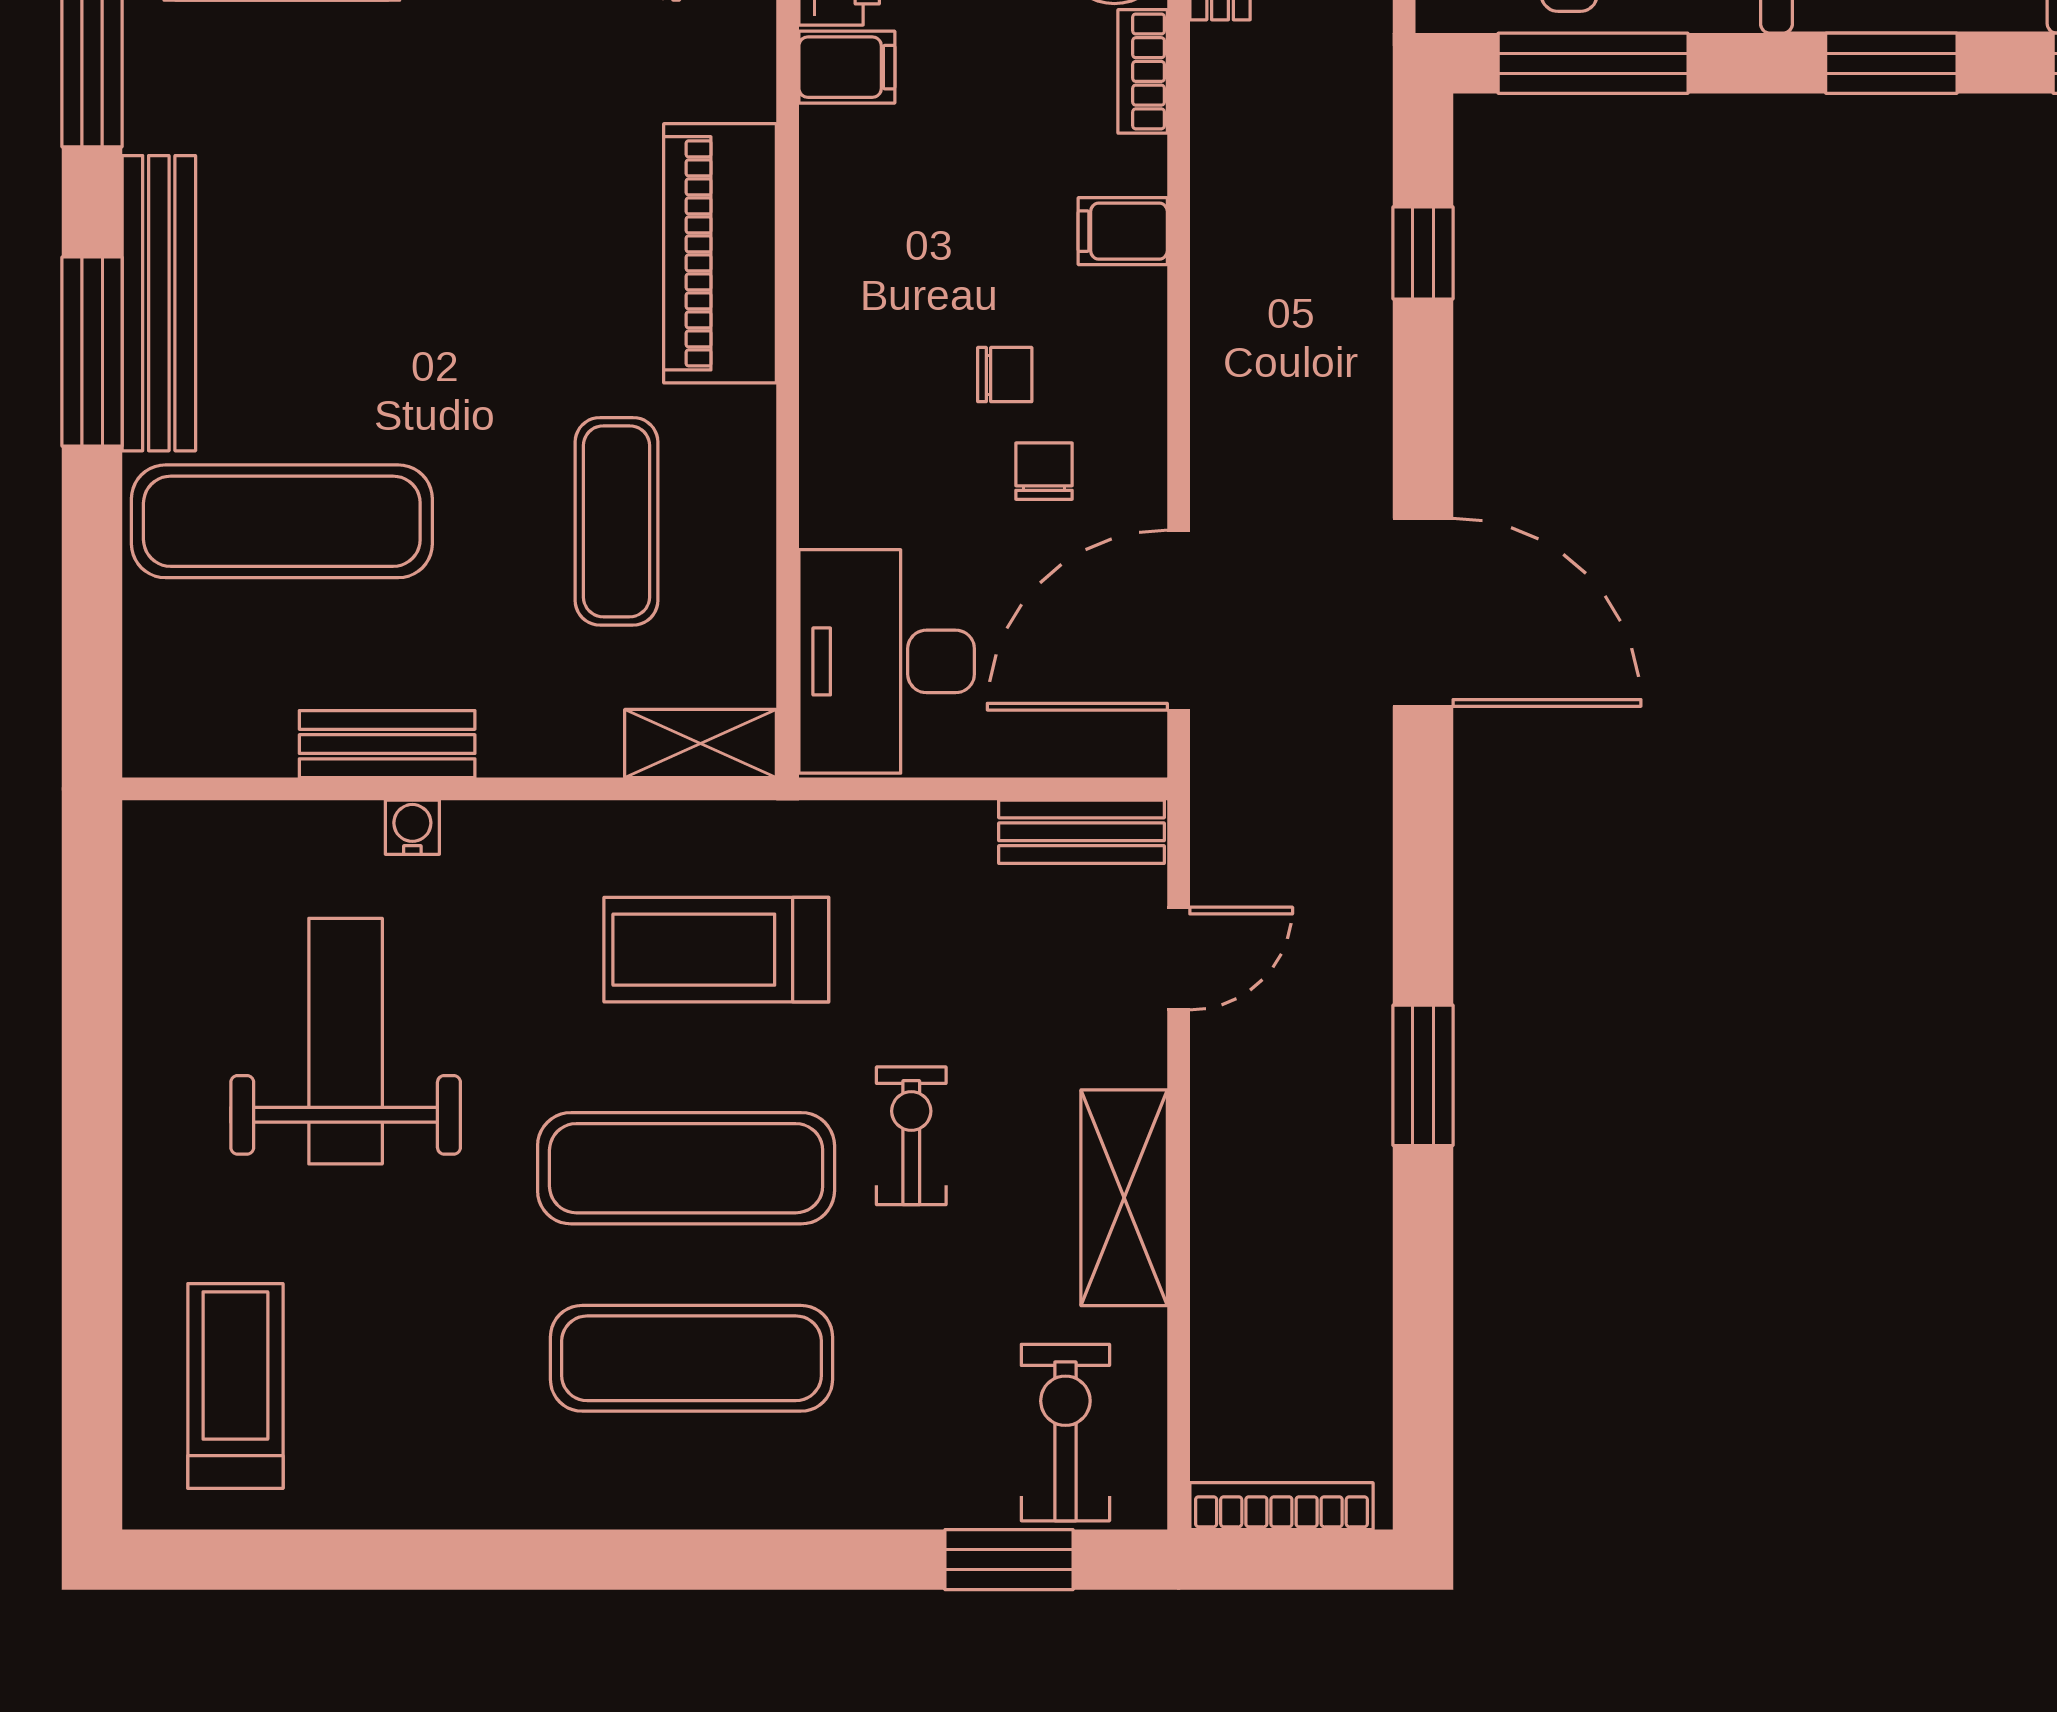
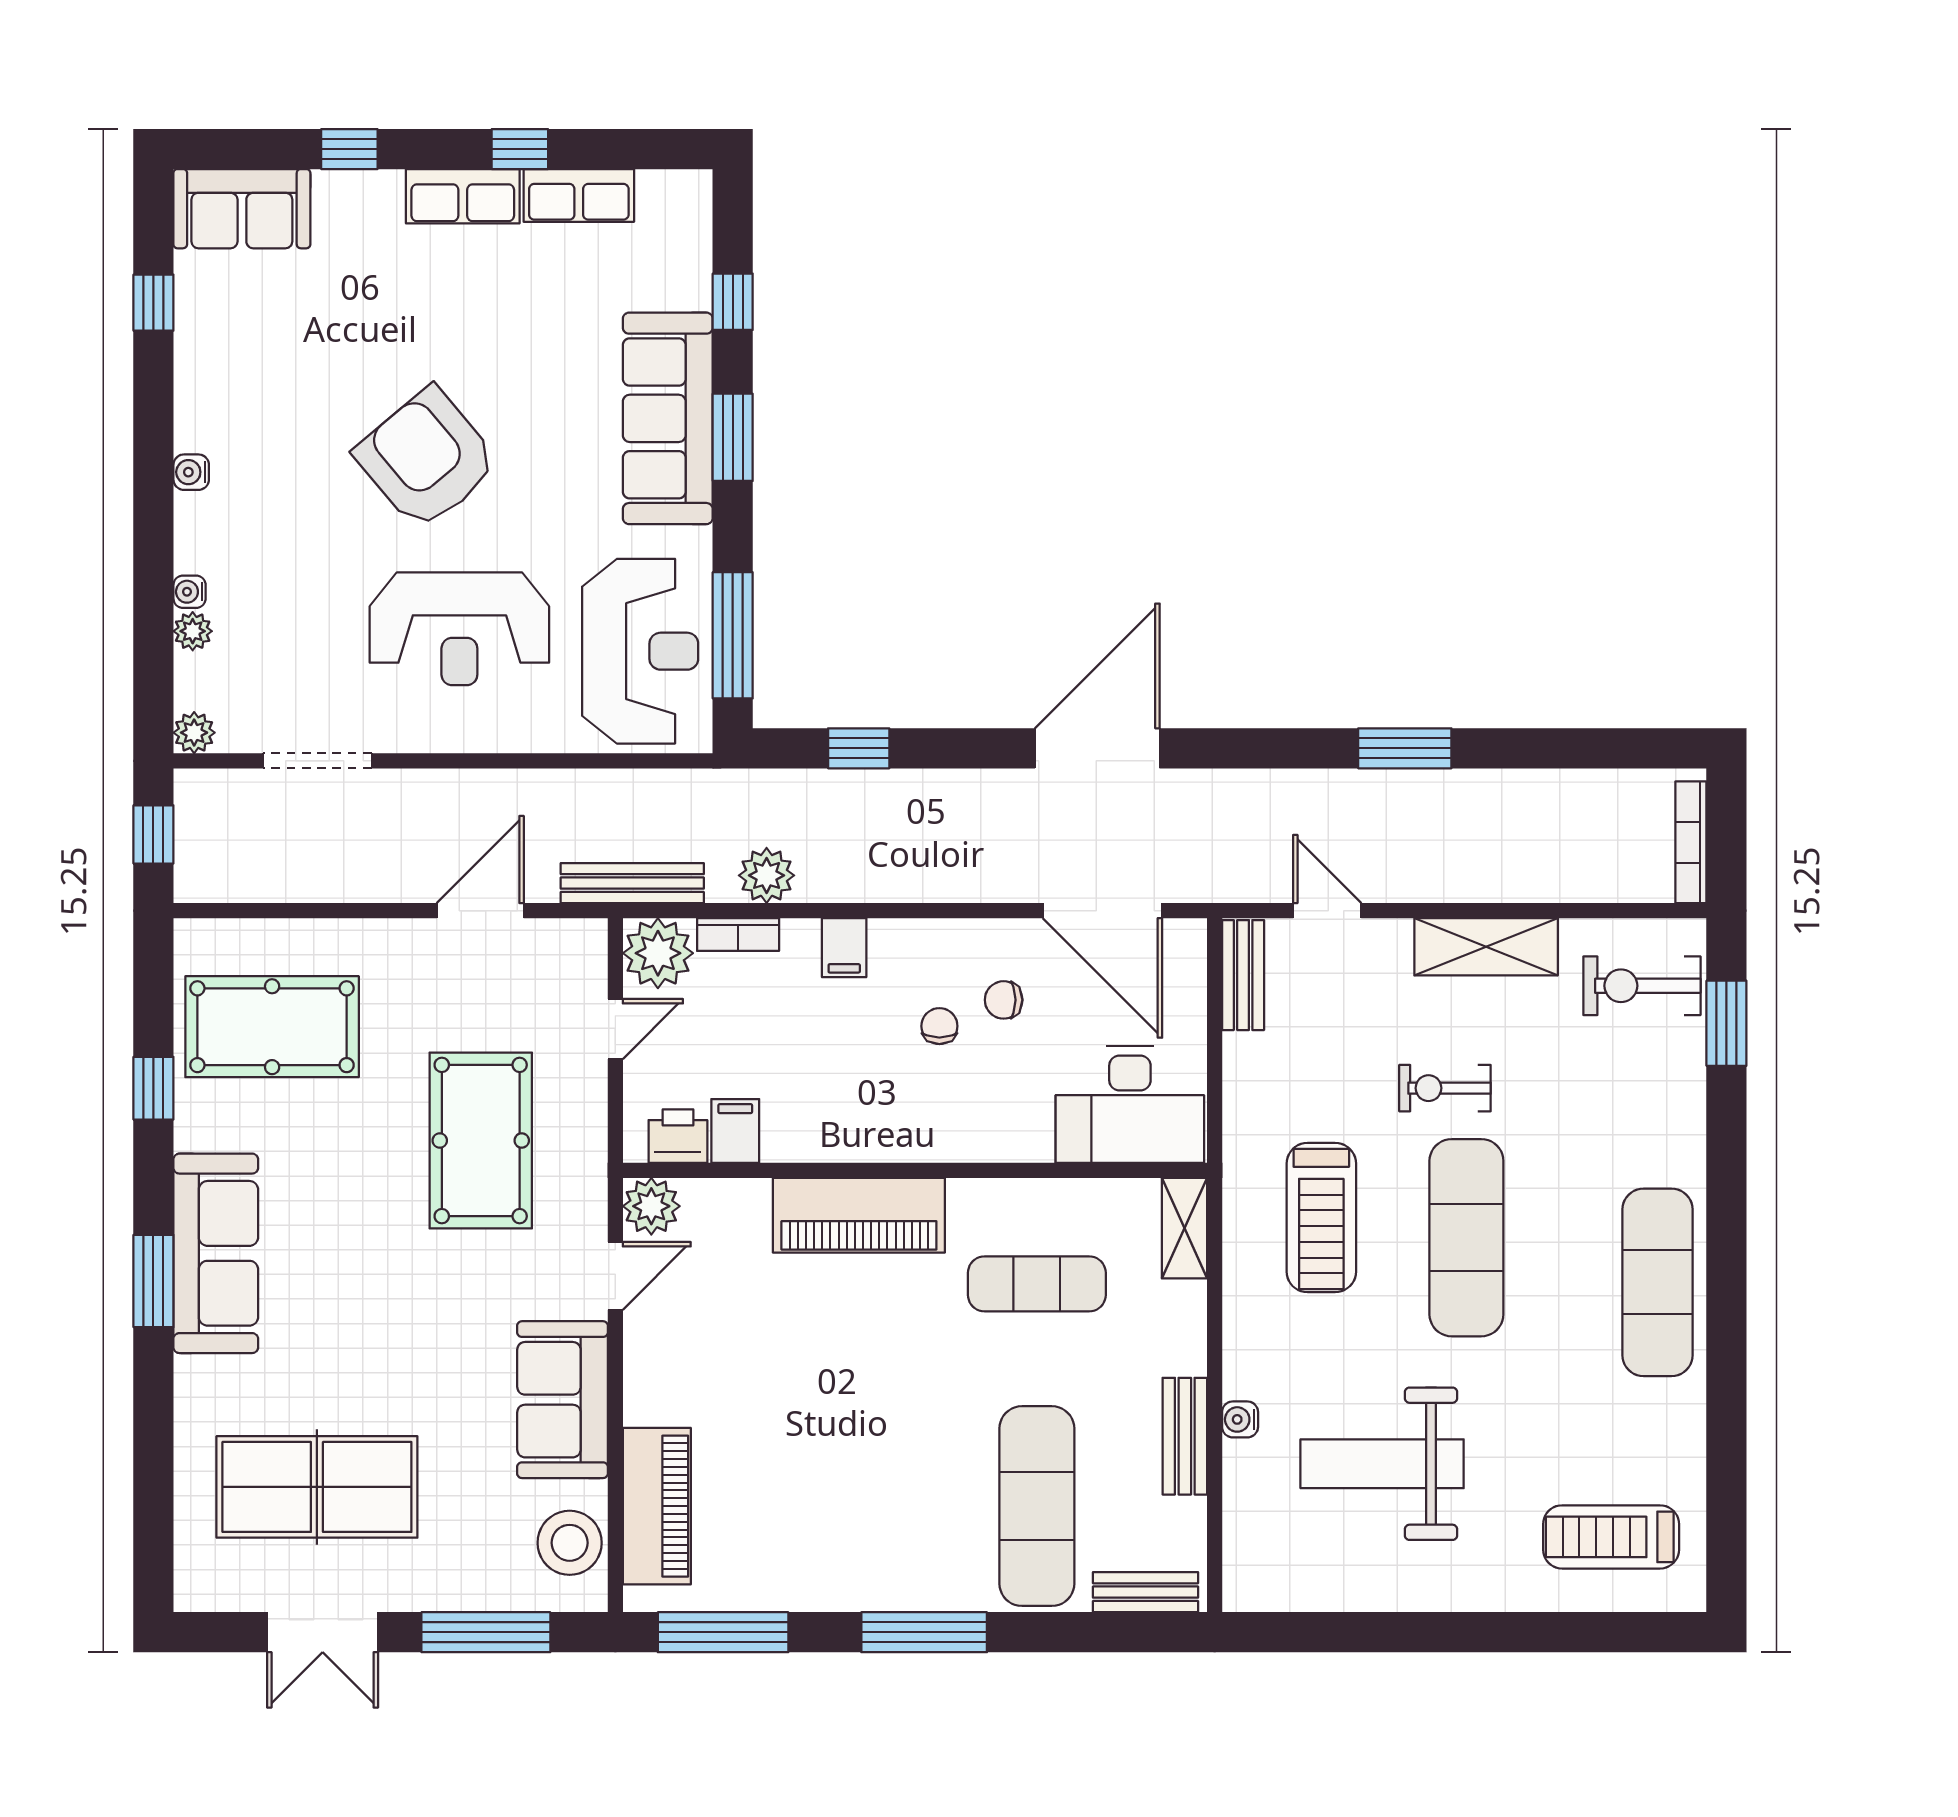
plant: (1232, 114) -> (767, 875), added
bench: (159, 303) -> (1145, 1592), moved, width x0.54, depth x0.82
exercise mat: (692, 1358) -> (1657, 1282), moved

